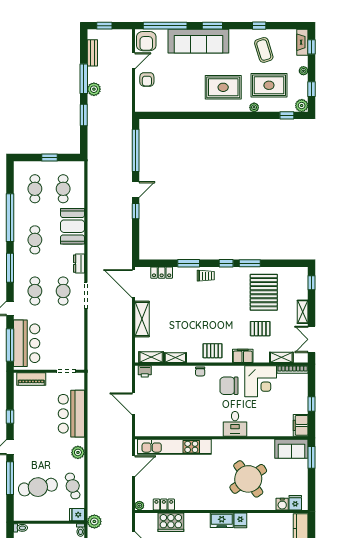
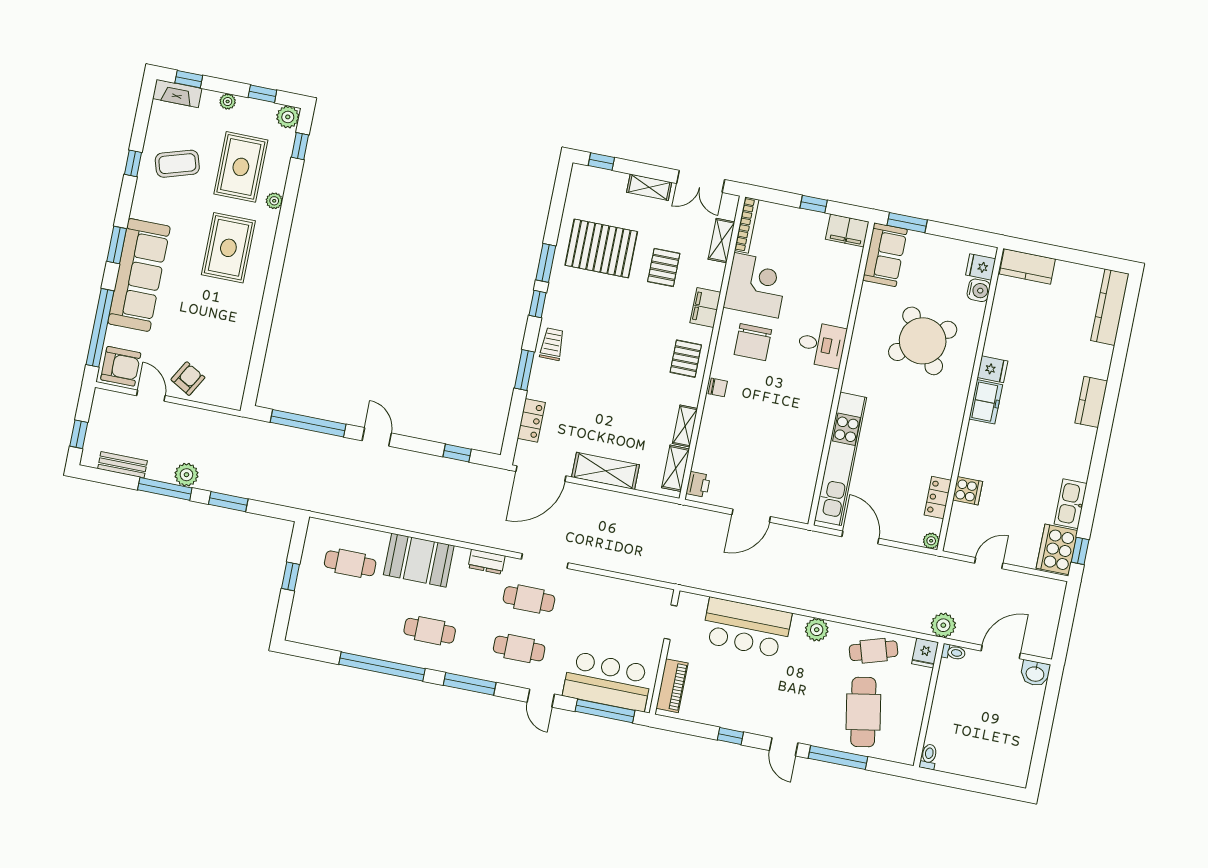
armchair: (147, 79) -> (188, 379), turned -60
cafe table: (35, 189) -> (340, 613), removed
window: (136, 211) -> (457, 453), moved
cooker: (171, 522) -> (968, 491), width x0.53, depth x0.76

